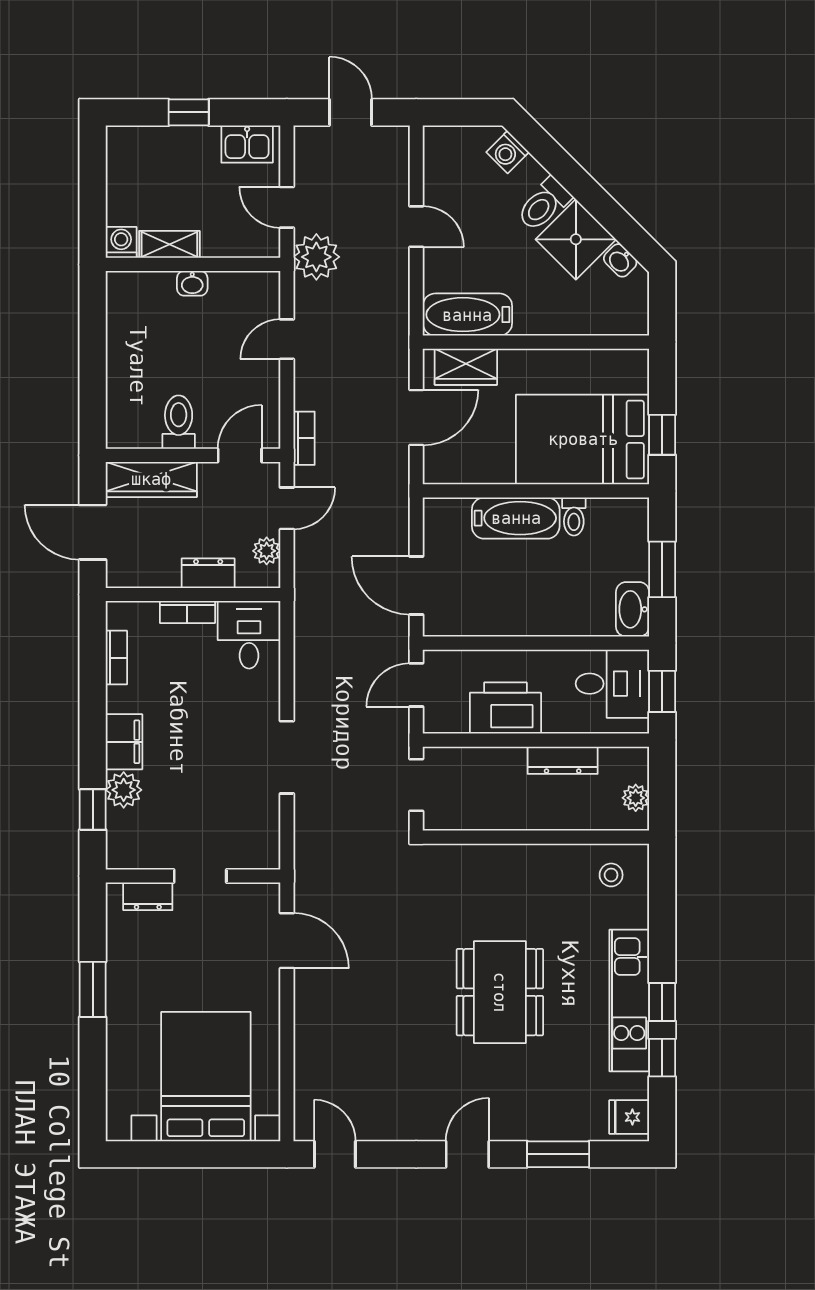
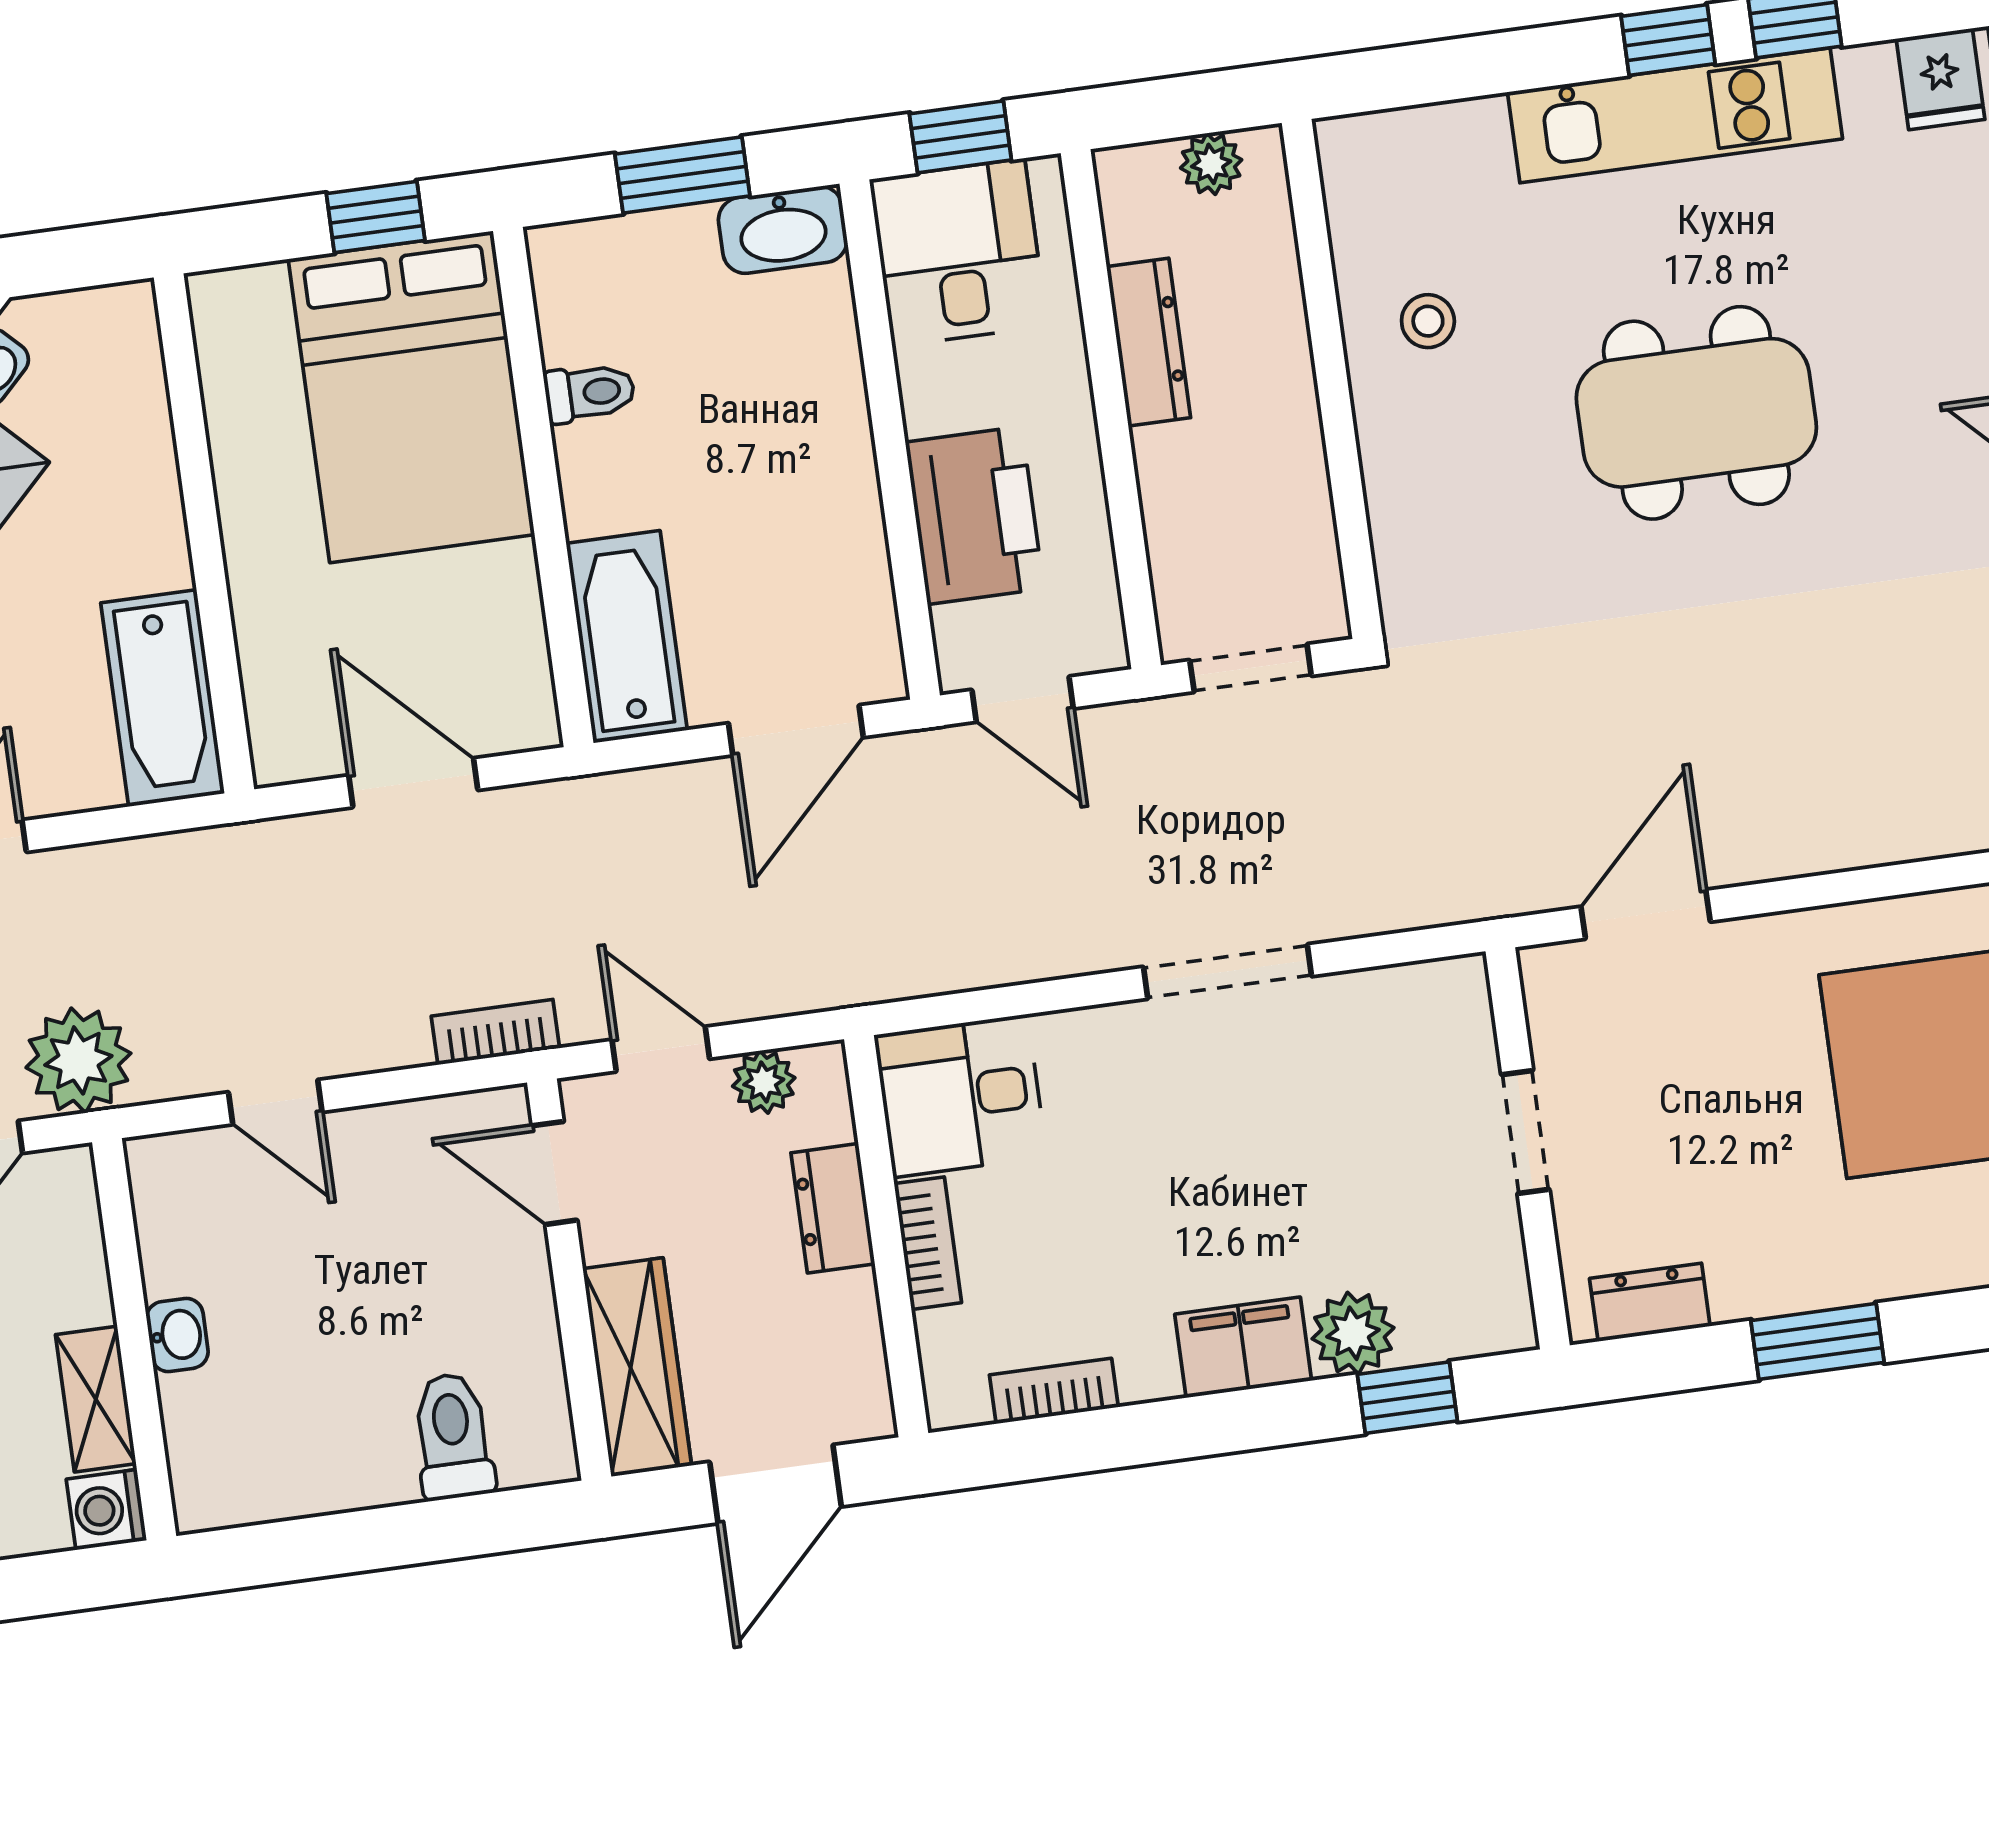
wardrobe: (466, 367) -> (282, 686), removed
toilet: (179, 422) -> (453, 1436), moved, turned 90
bathtub: (516, 518) -> (627, 637), moved
printer: (505, 708) -> (975, 515), moved, turned 180
stool: (611, 875) -> (1428, 321), moved
dresser: (148, 896) -> (1650, 1302), moved, turned -90

